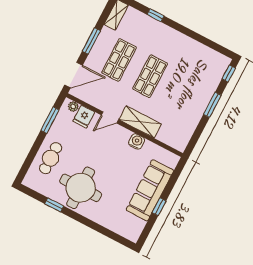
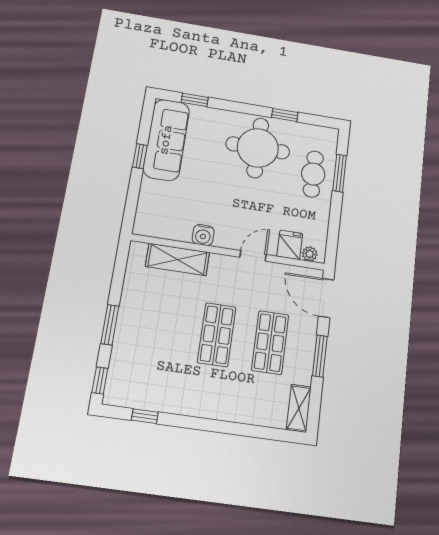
window: (156, 15) -> (145, 416), moved
door: (74, 75) -> (326, 298), hinge flipped
window: (50, 120) -> (340, 173), moved
shelving: (140, 122) -> (177, 259), moved
sofa: (150, 190) -> (166, 140), moved
window: (110, 234) -> (195, 100), added

